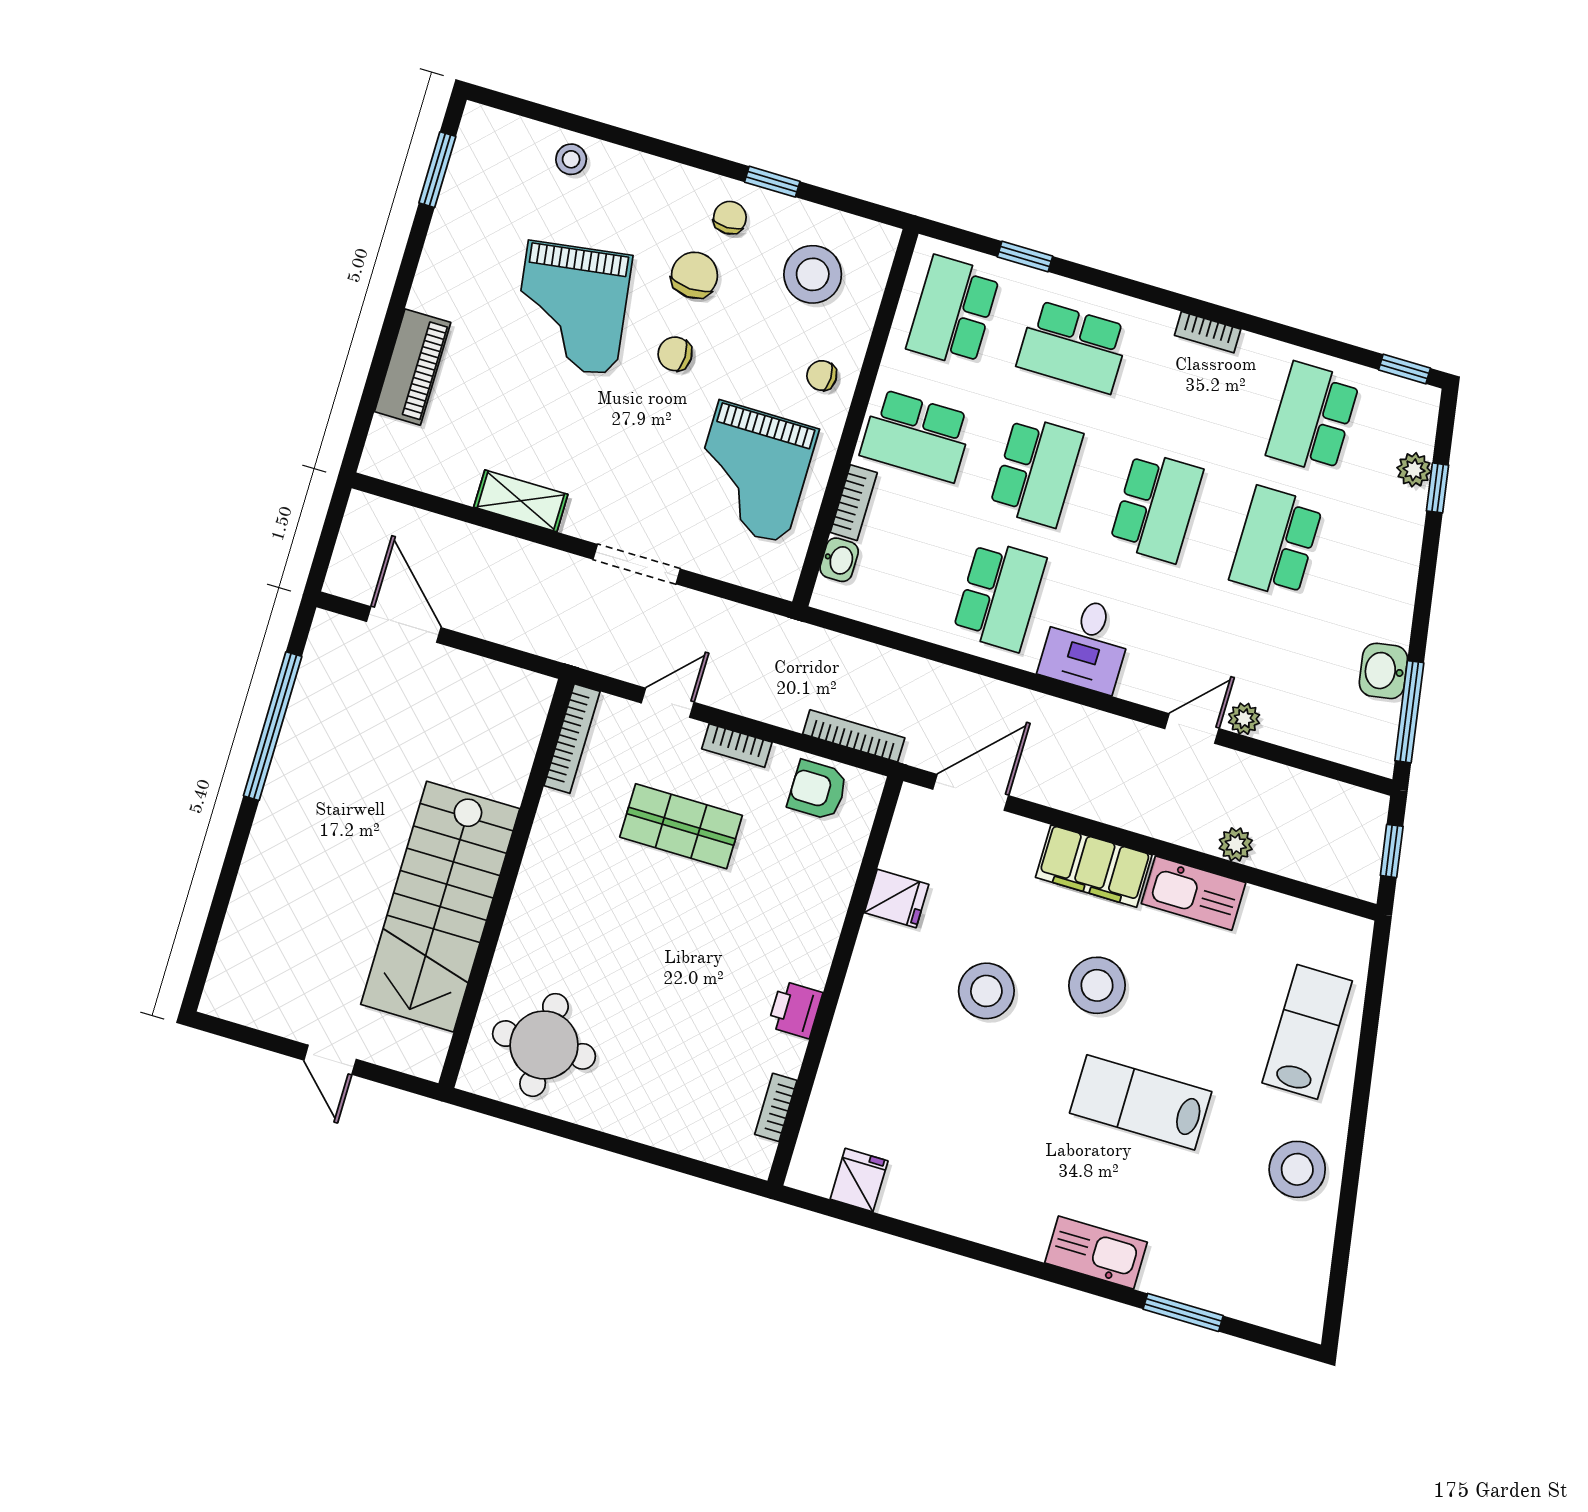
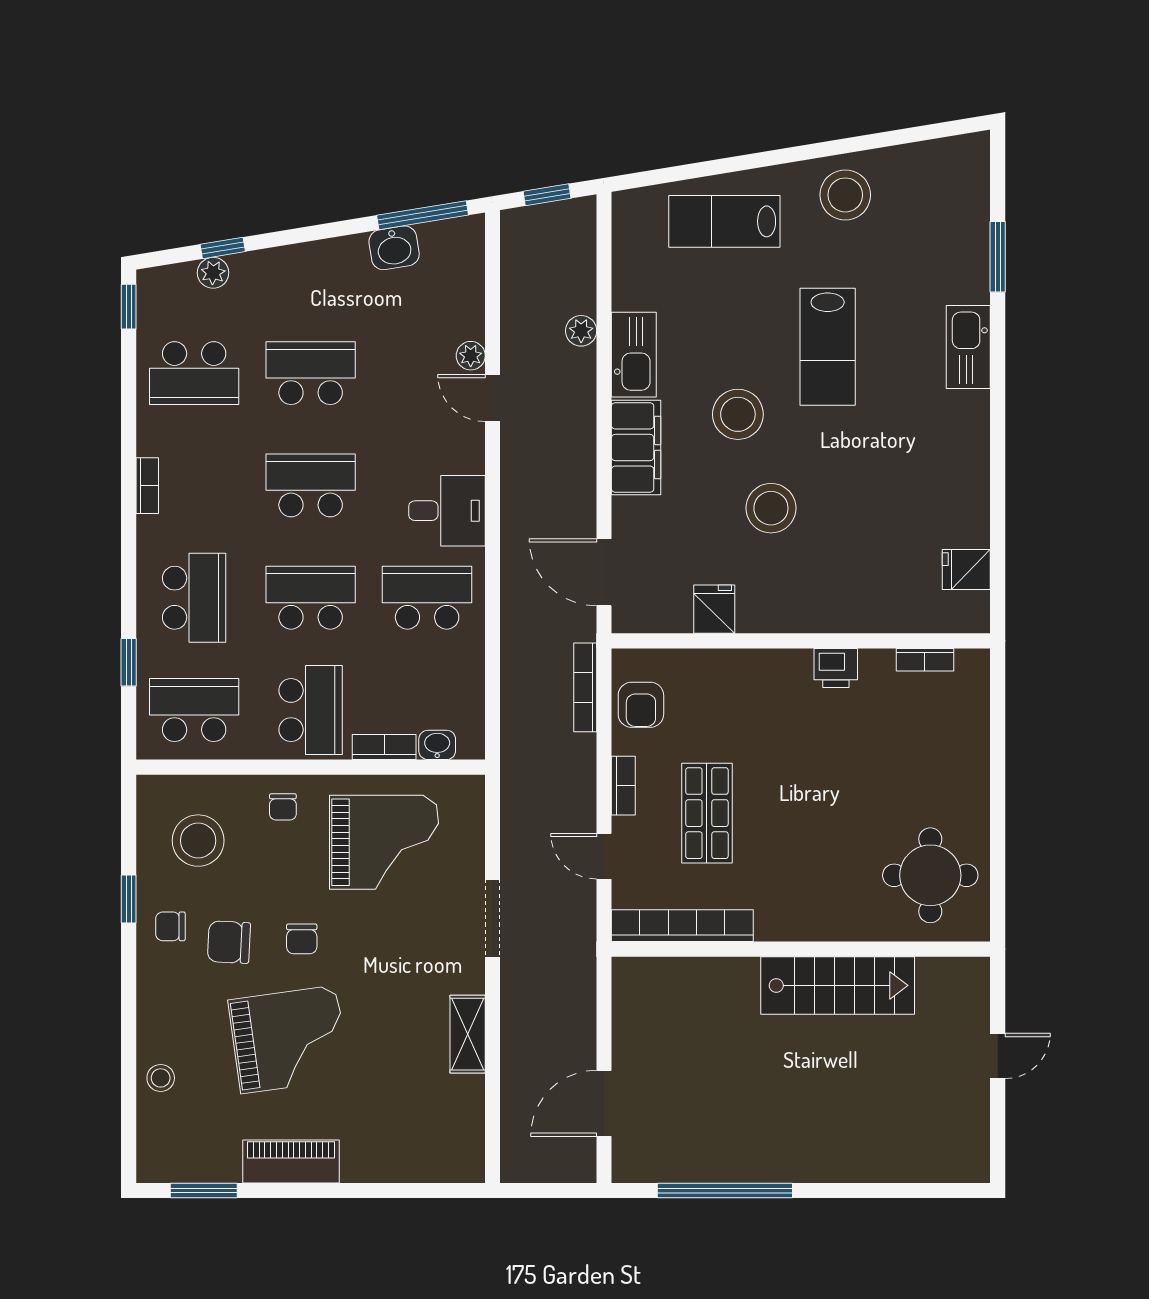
school desk: (953, 311) -> (194, 710), turned 180
piano: (413, 367) -> (291, 1162), moved
school desk: (1276, 542) -> (311, 373), turned 180
bookcase: (572, 739) -> (682, 926), width x1.48, depth x1.31
stairs: (440, 907) -> (838, 985), width x0.73, depth x0.66

